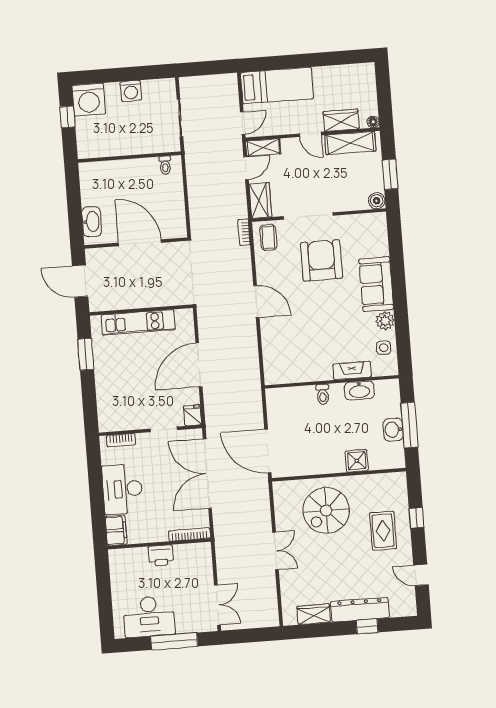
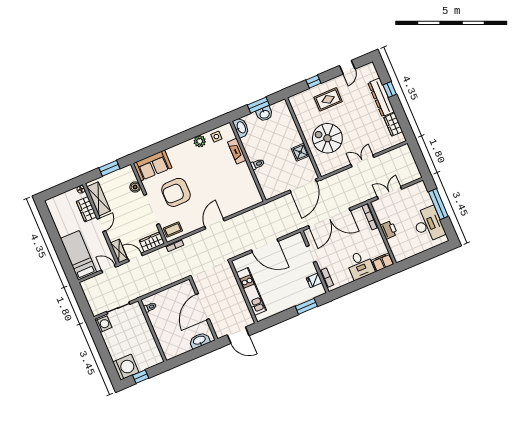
washing machine: (131, 91) -> (104, 324), moved
boiler: (377, 201) -> (135, 187), moved
door: (80, 281) -> (238, 335), hinge flipped
sofa: (376, 284) -> (153, 165), moved
window: (86, 354) -> (306, 306), moved
washbasin: (359, 390) -> (241, 127), moved
fridge: (193, 415) -> (314, 280), moved
window: (409, 425) -> (258, 105), width x0.69
shower: (357, 461) -> (300, 152), moved
desk: (122, 489) -> (360, 265), width x0.73
spiral stairs: (326, 510) -> (327, 138), turned 180
double door: (217, 605) -> (389, 193), moved

